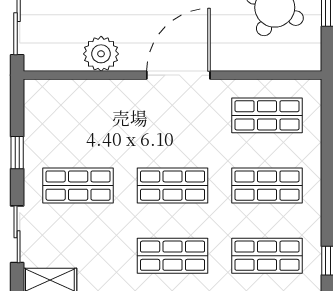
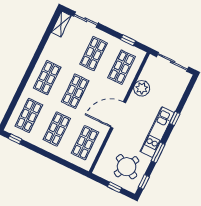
door: (178, 75) -> (118, 115), swing flipped
shop shelf: (78, 115) -> (122, 67), added
window: (17, 153) -> (128, 40), moved

